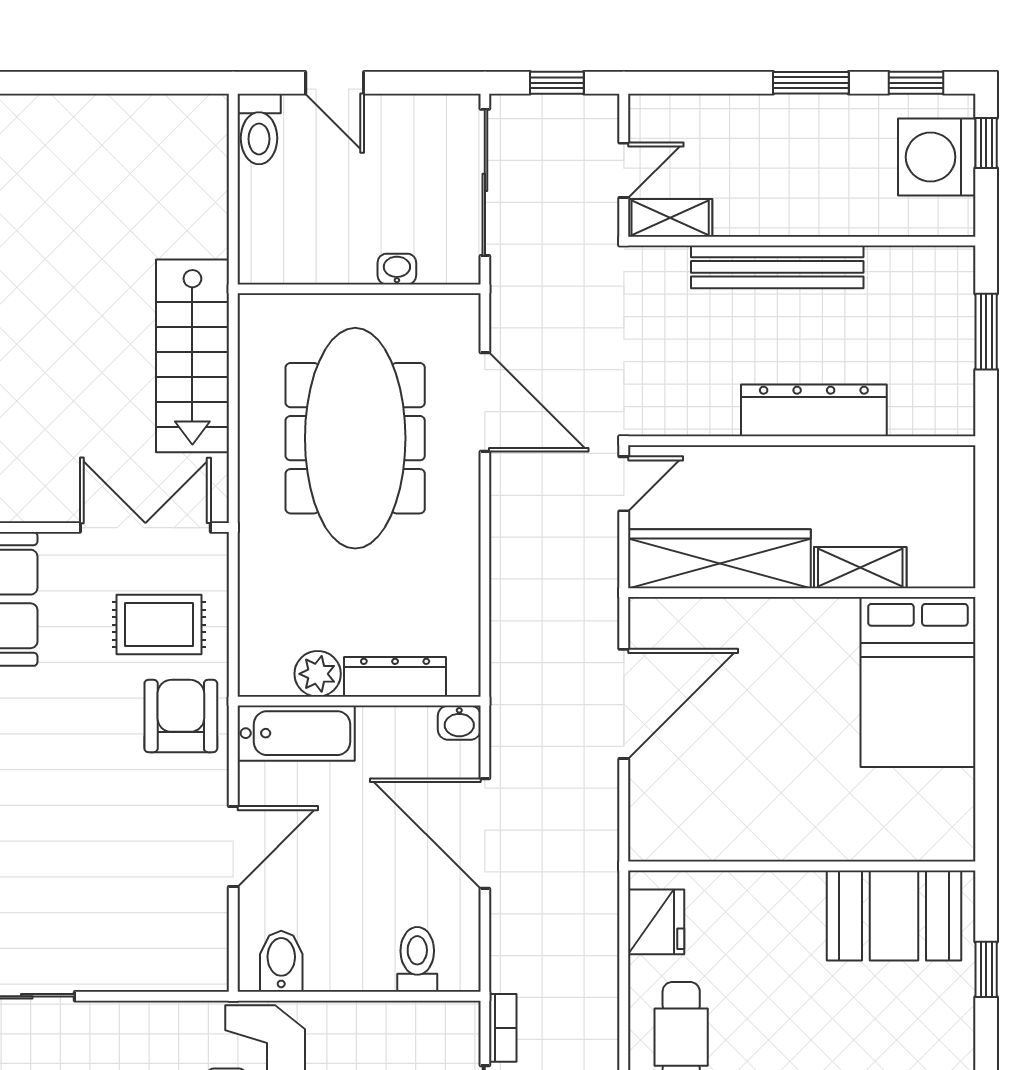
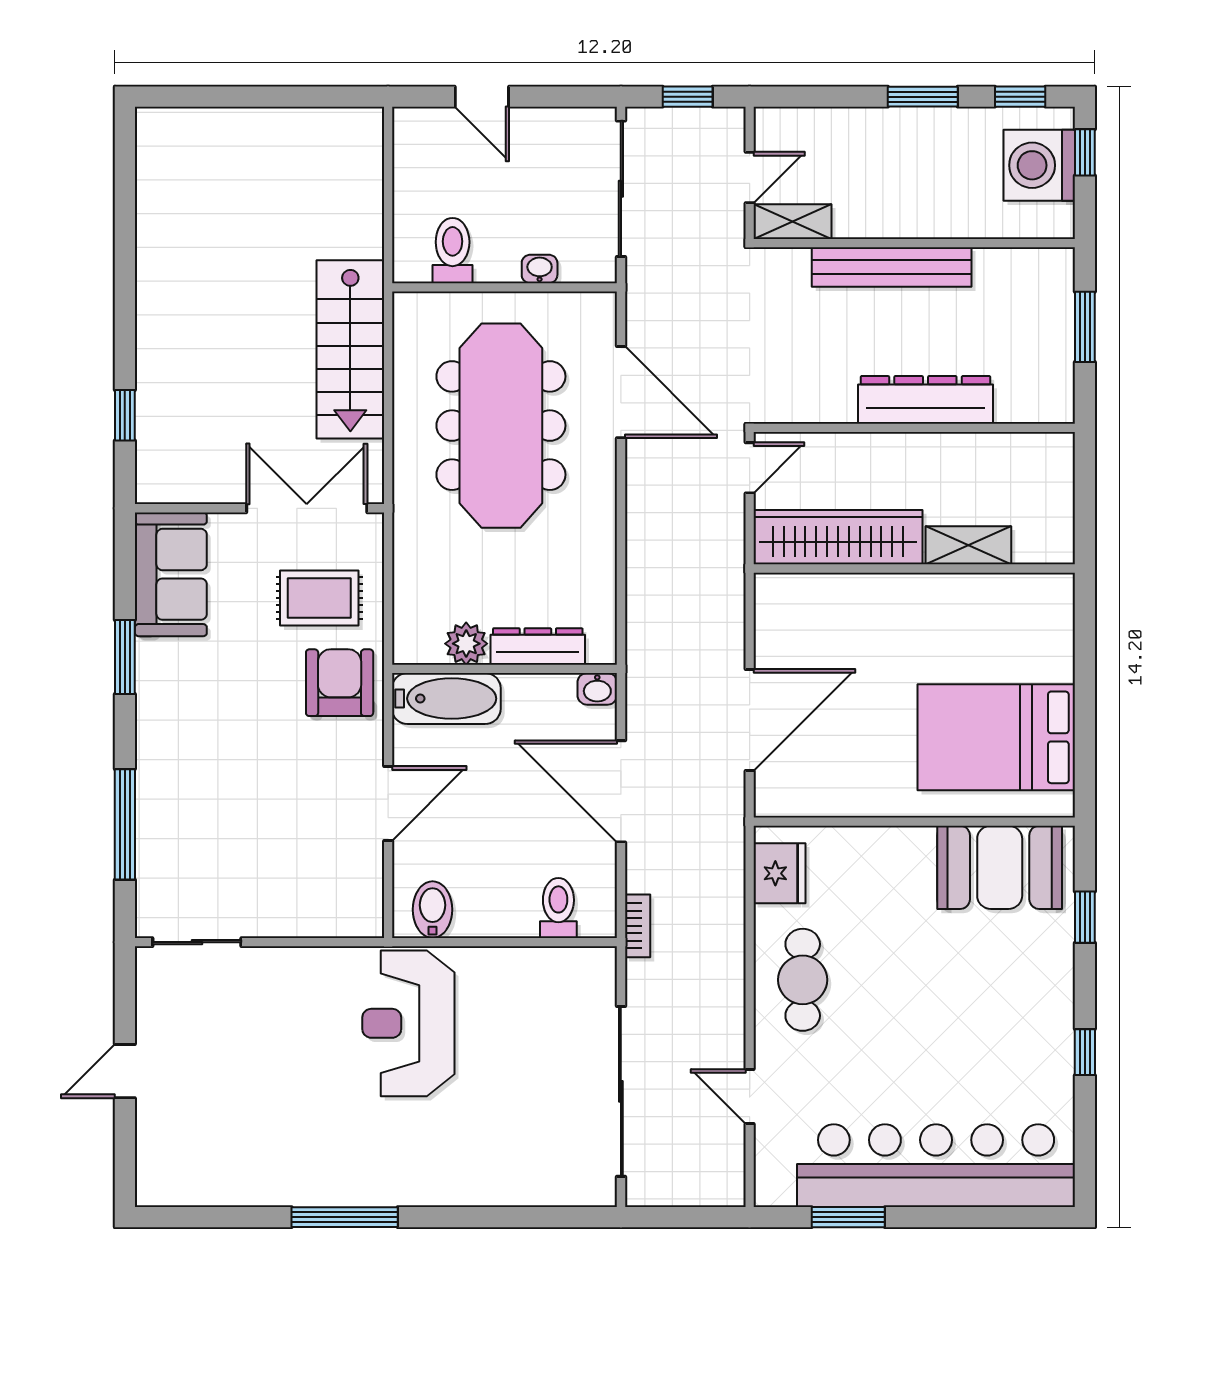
toilet: (259, 129) -> (453, 251), moved, turned 180
bed: (918, 682) -> (996, 737), moved, turned 90
door: (624, 704) -> (750, 720), moved
bookcase: (503, 1028) -> (638, 926), moved

